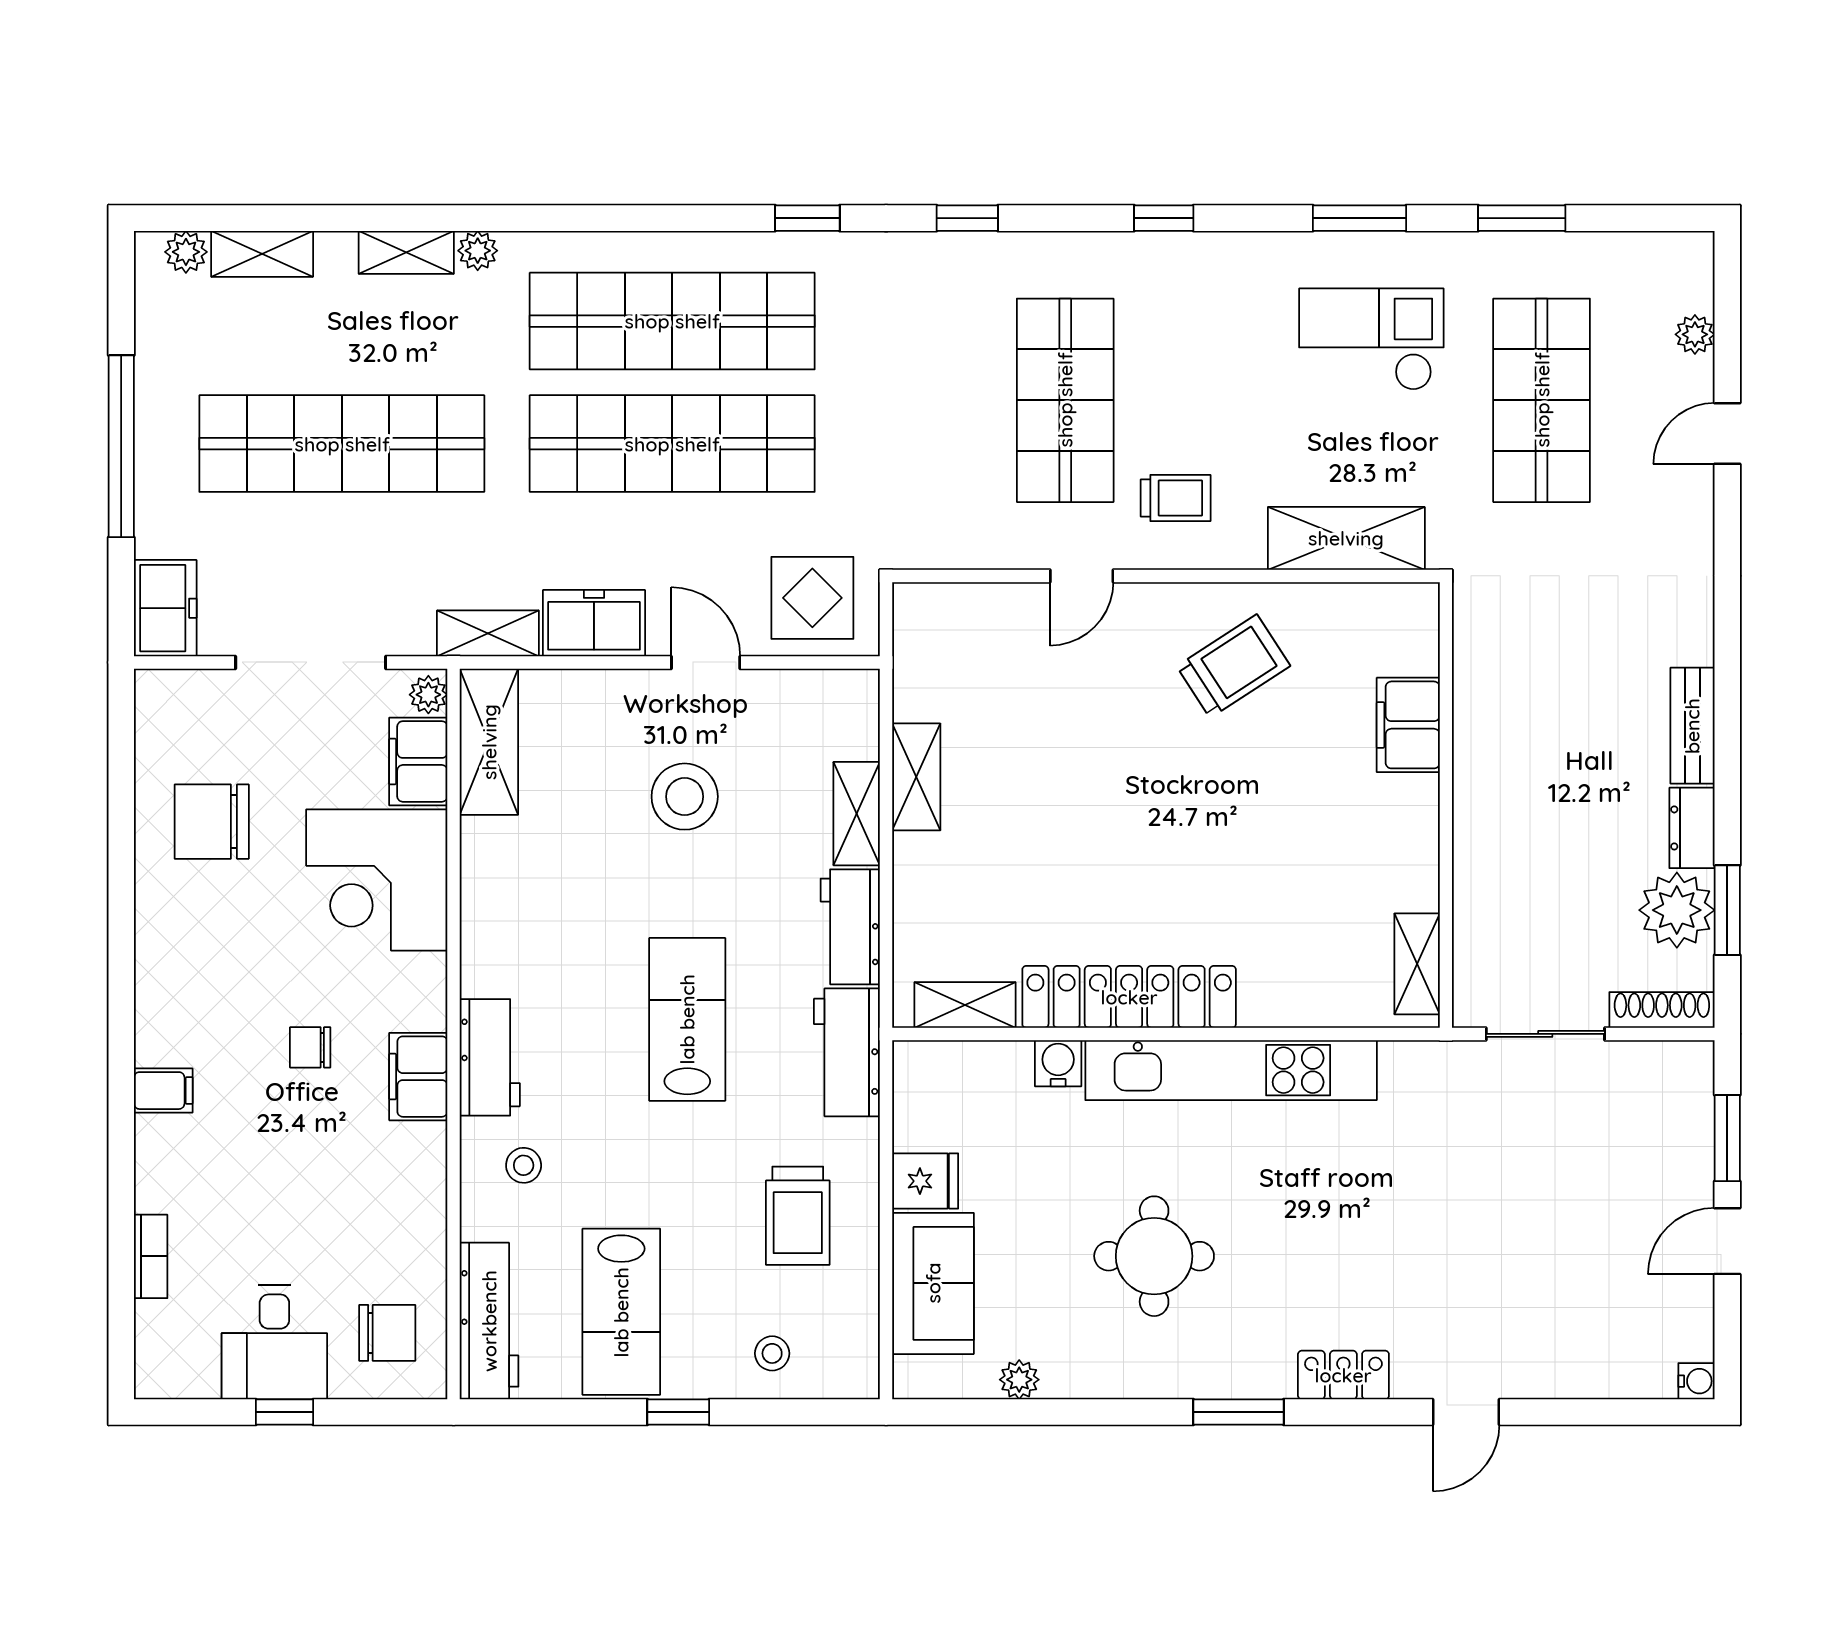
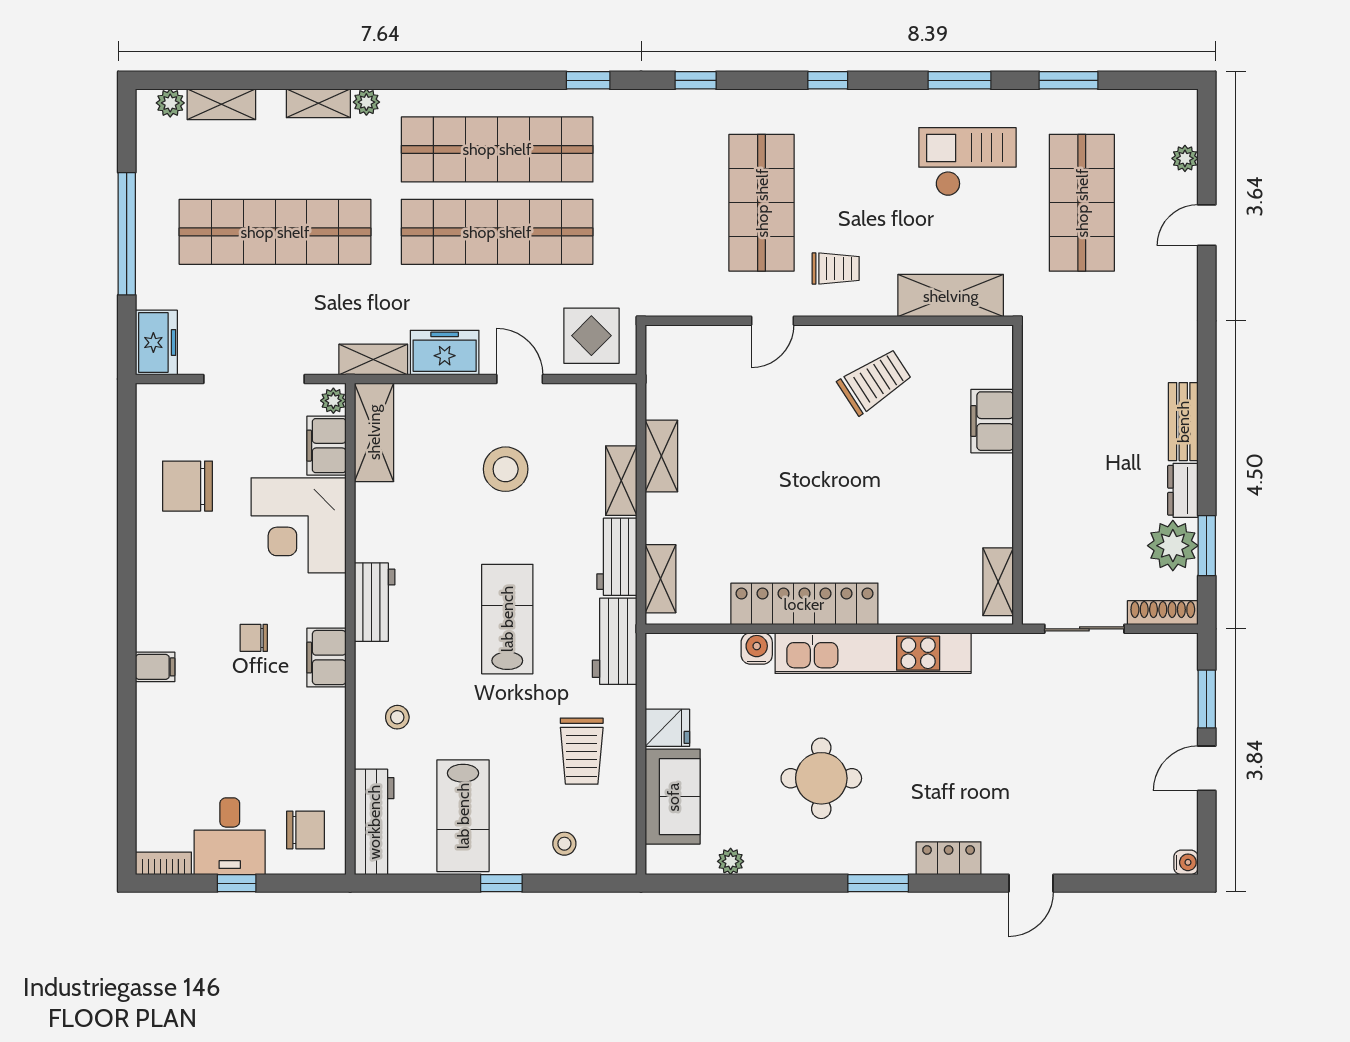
shelving: (965, 1005) -> (660, 579), moved, turned 90
workbench: (490, 1057) -> (375, 602), moved
bookcase: (151, 1256) -> (163, 863), moved, turned -90

